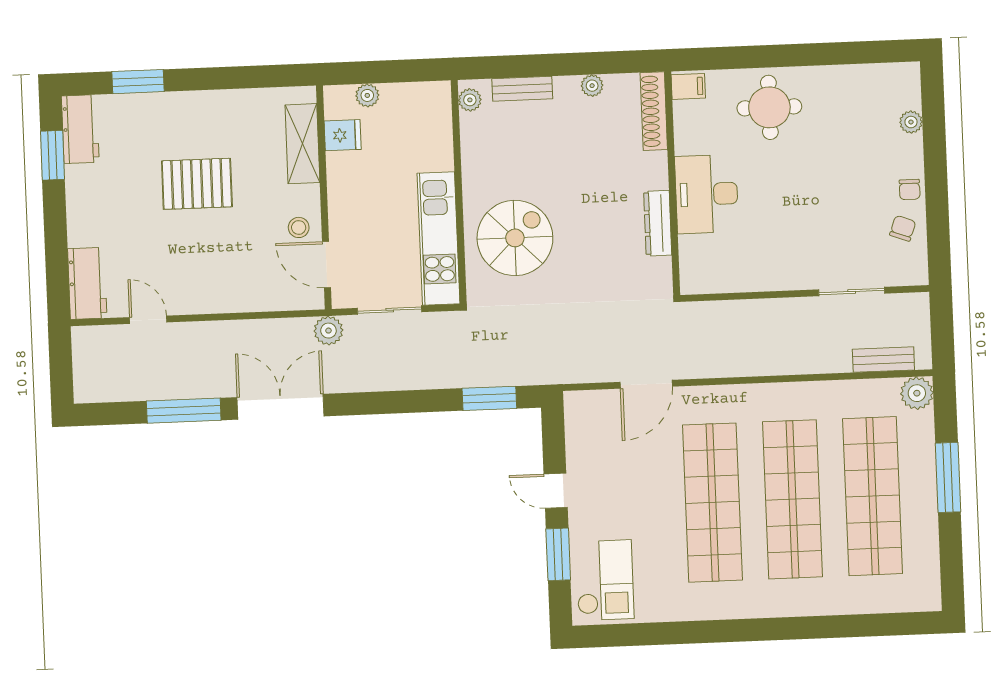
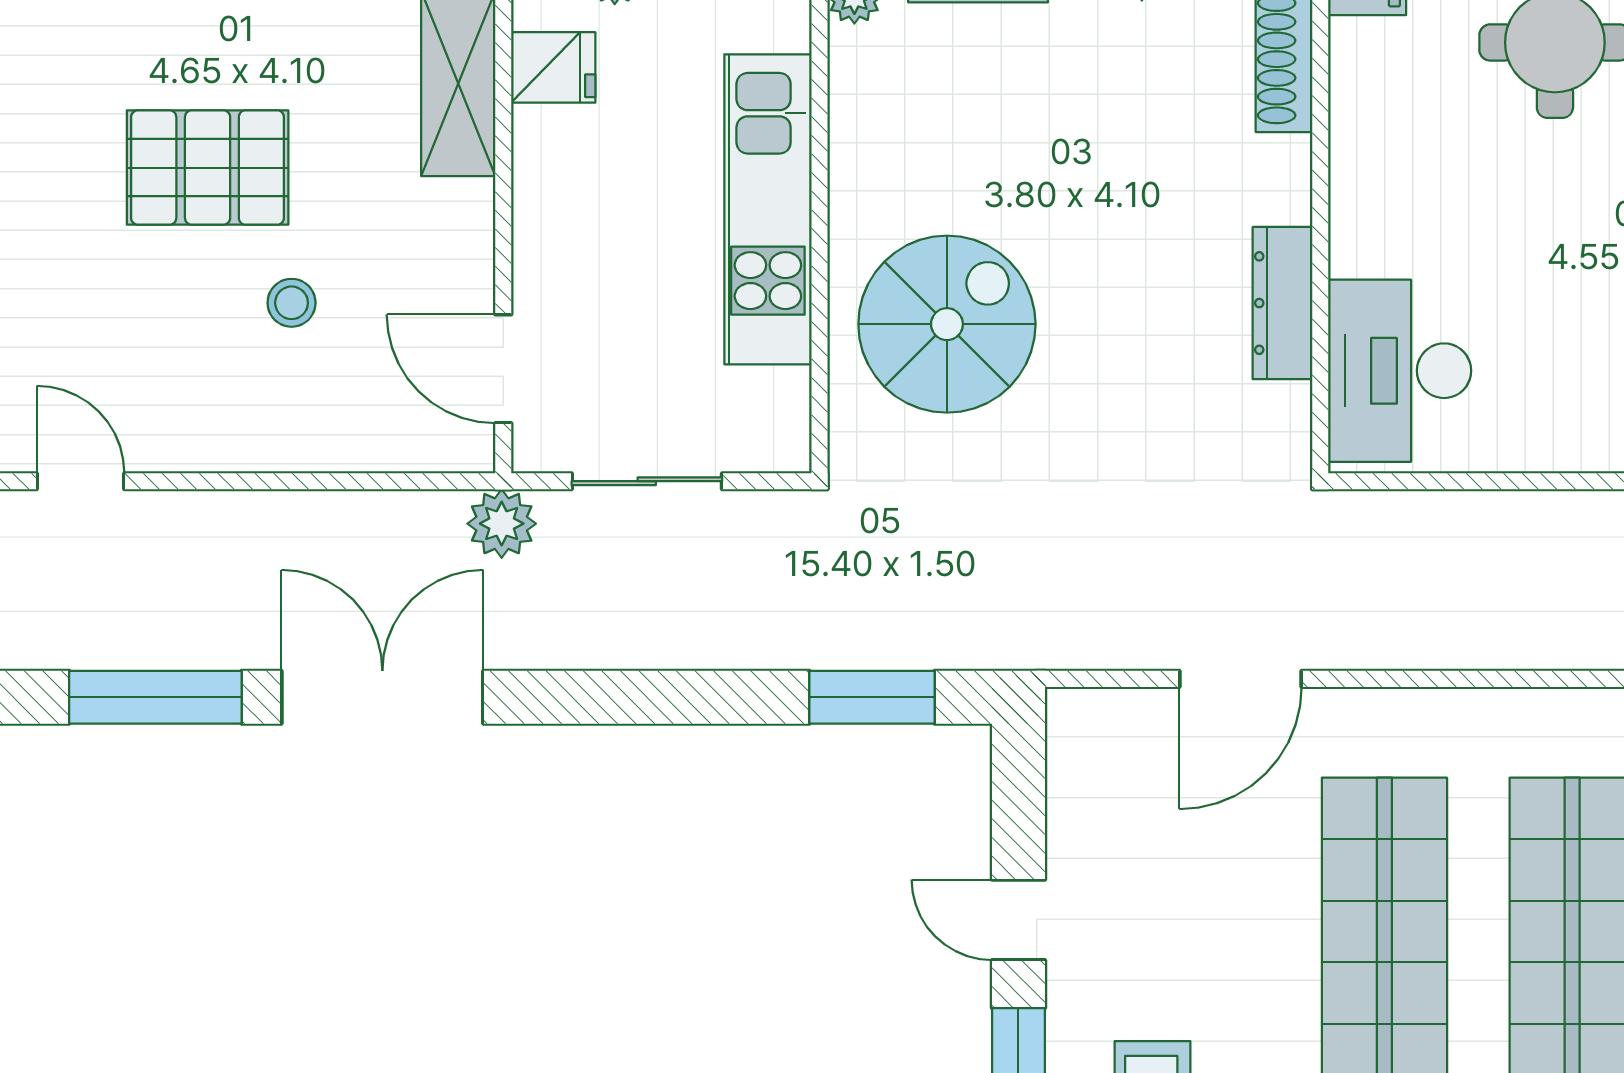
desk: (707, 194) -> (1400, 371), moved
stool: (299, 227) -> (292, 303), moved
kitchen unit: (438, 239) -> (768, 209), moved

